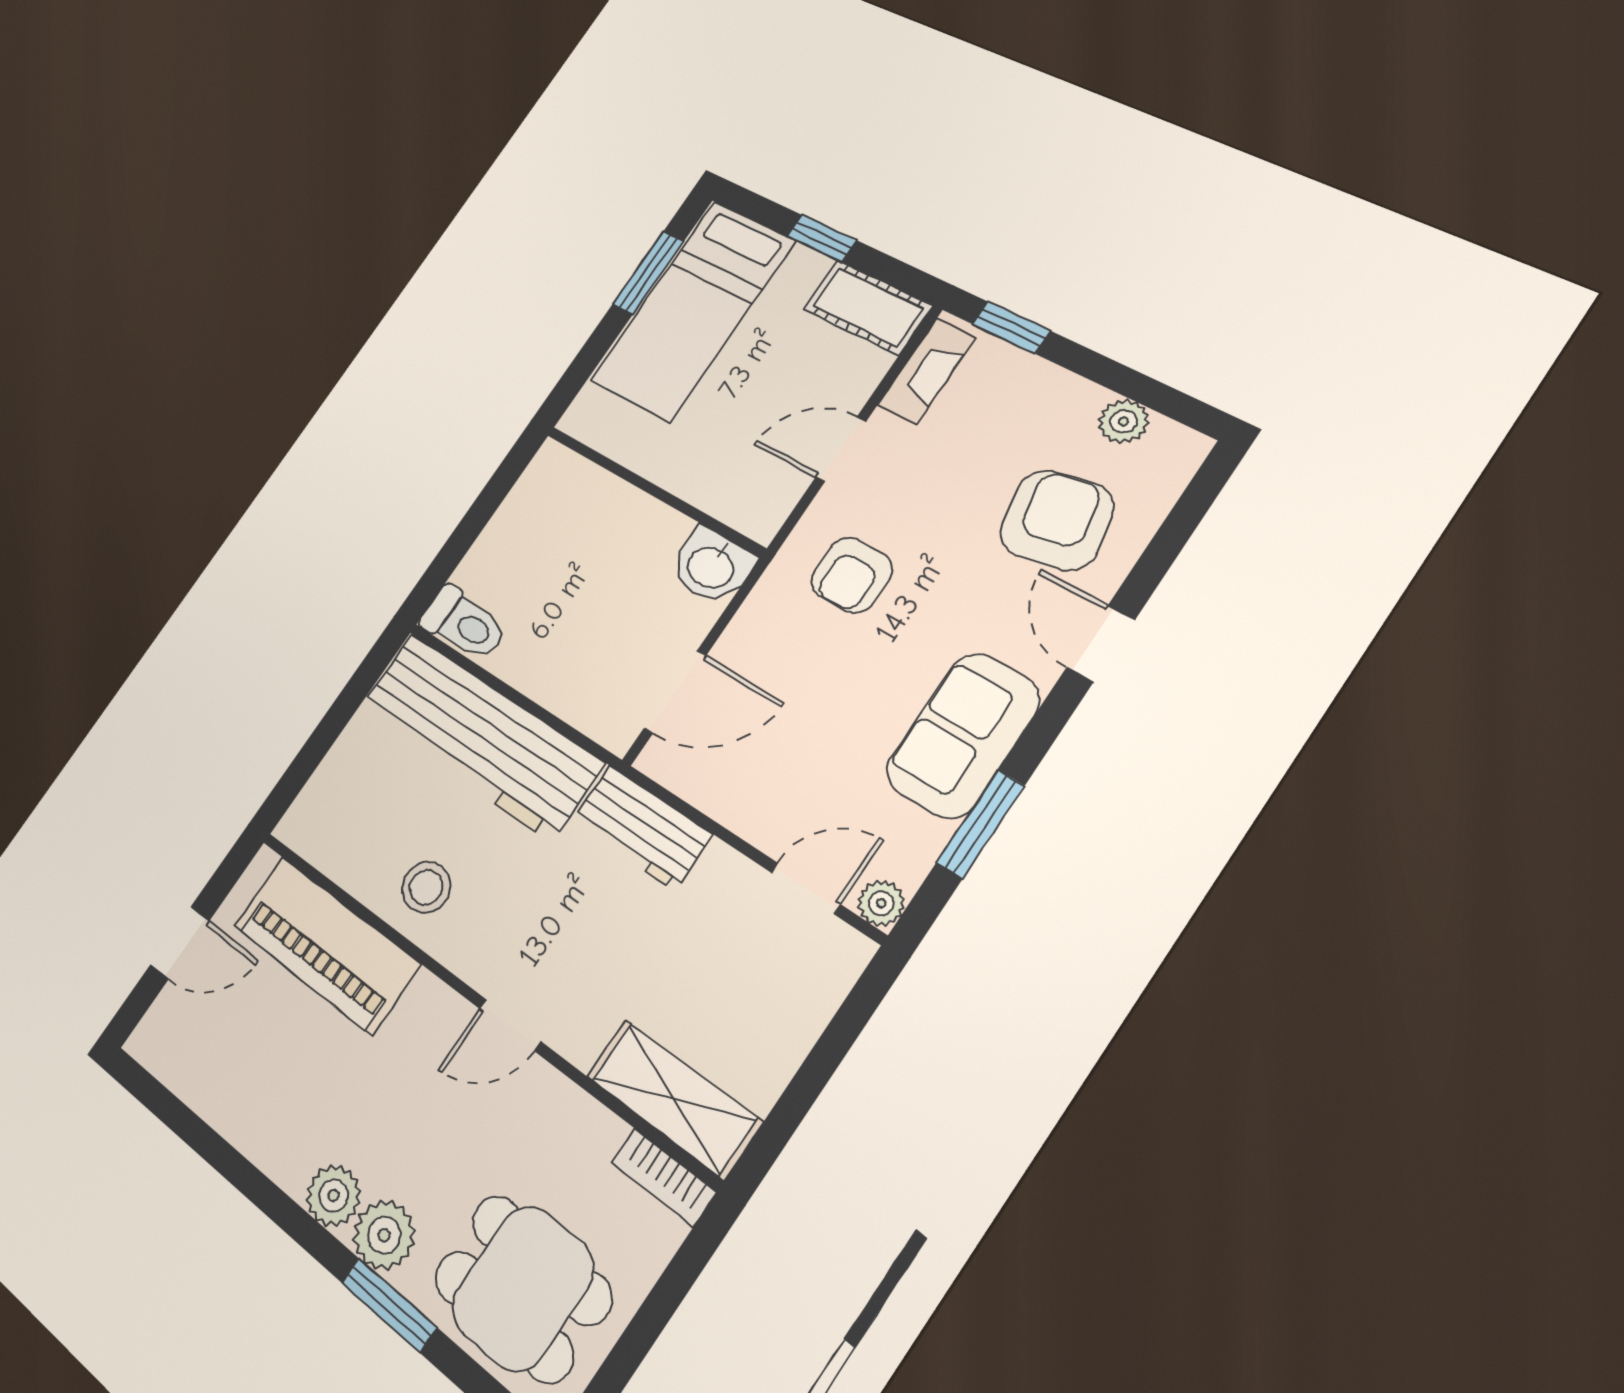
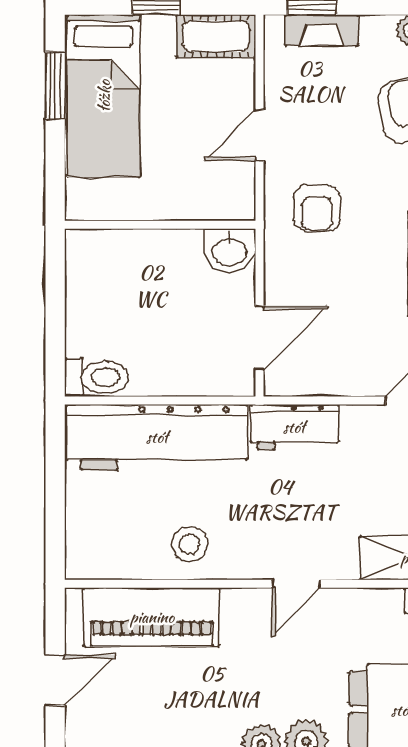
fireplace: (927, 371) -> (322, 30), moved, turned 90

